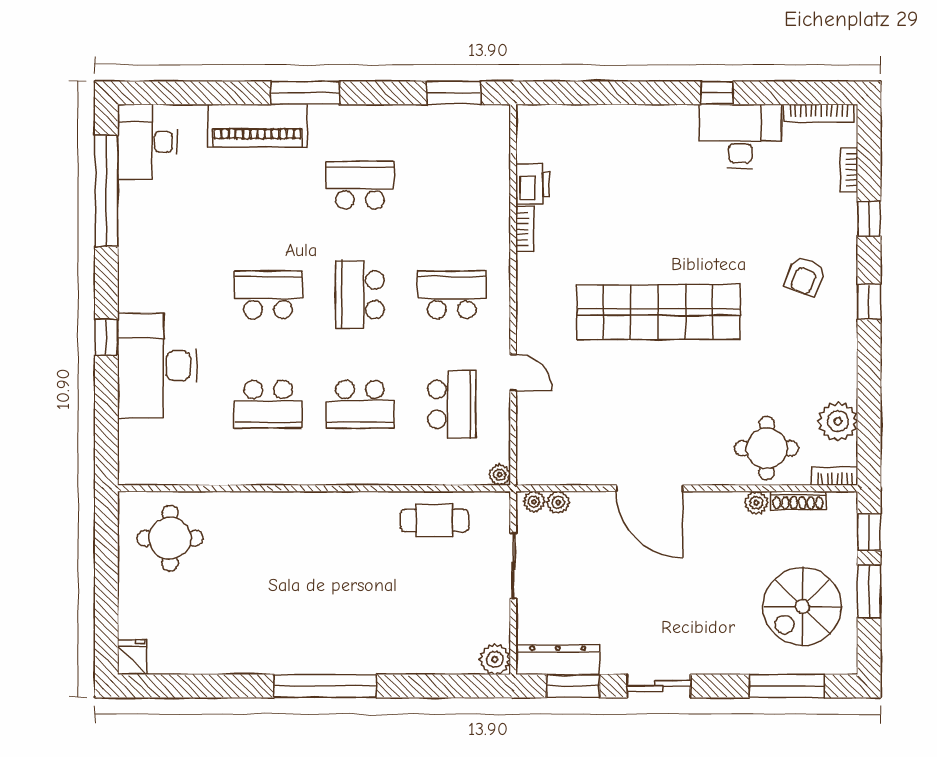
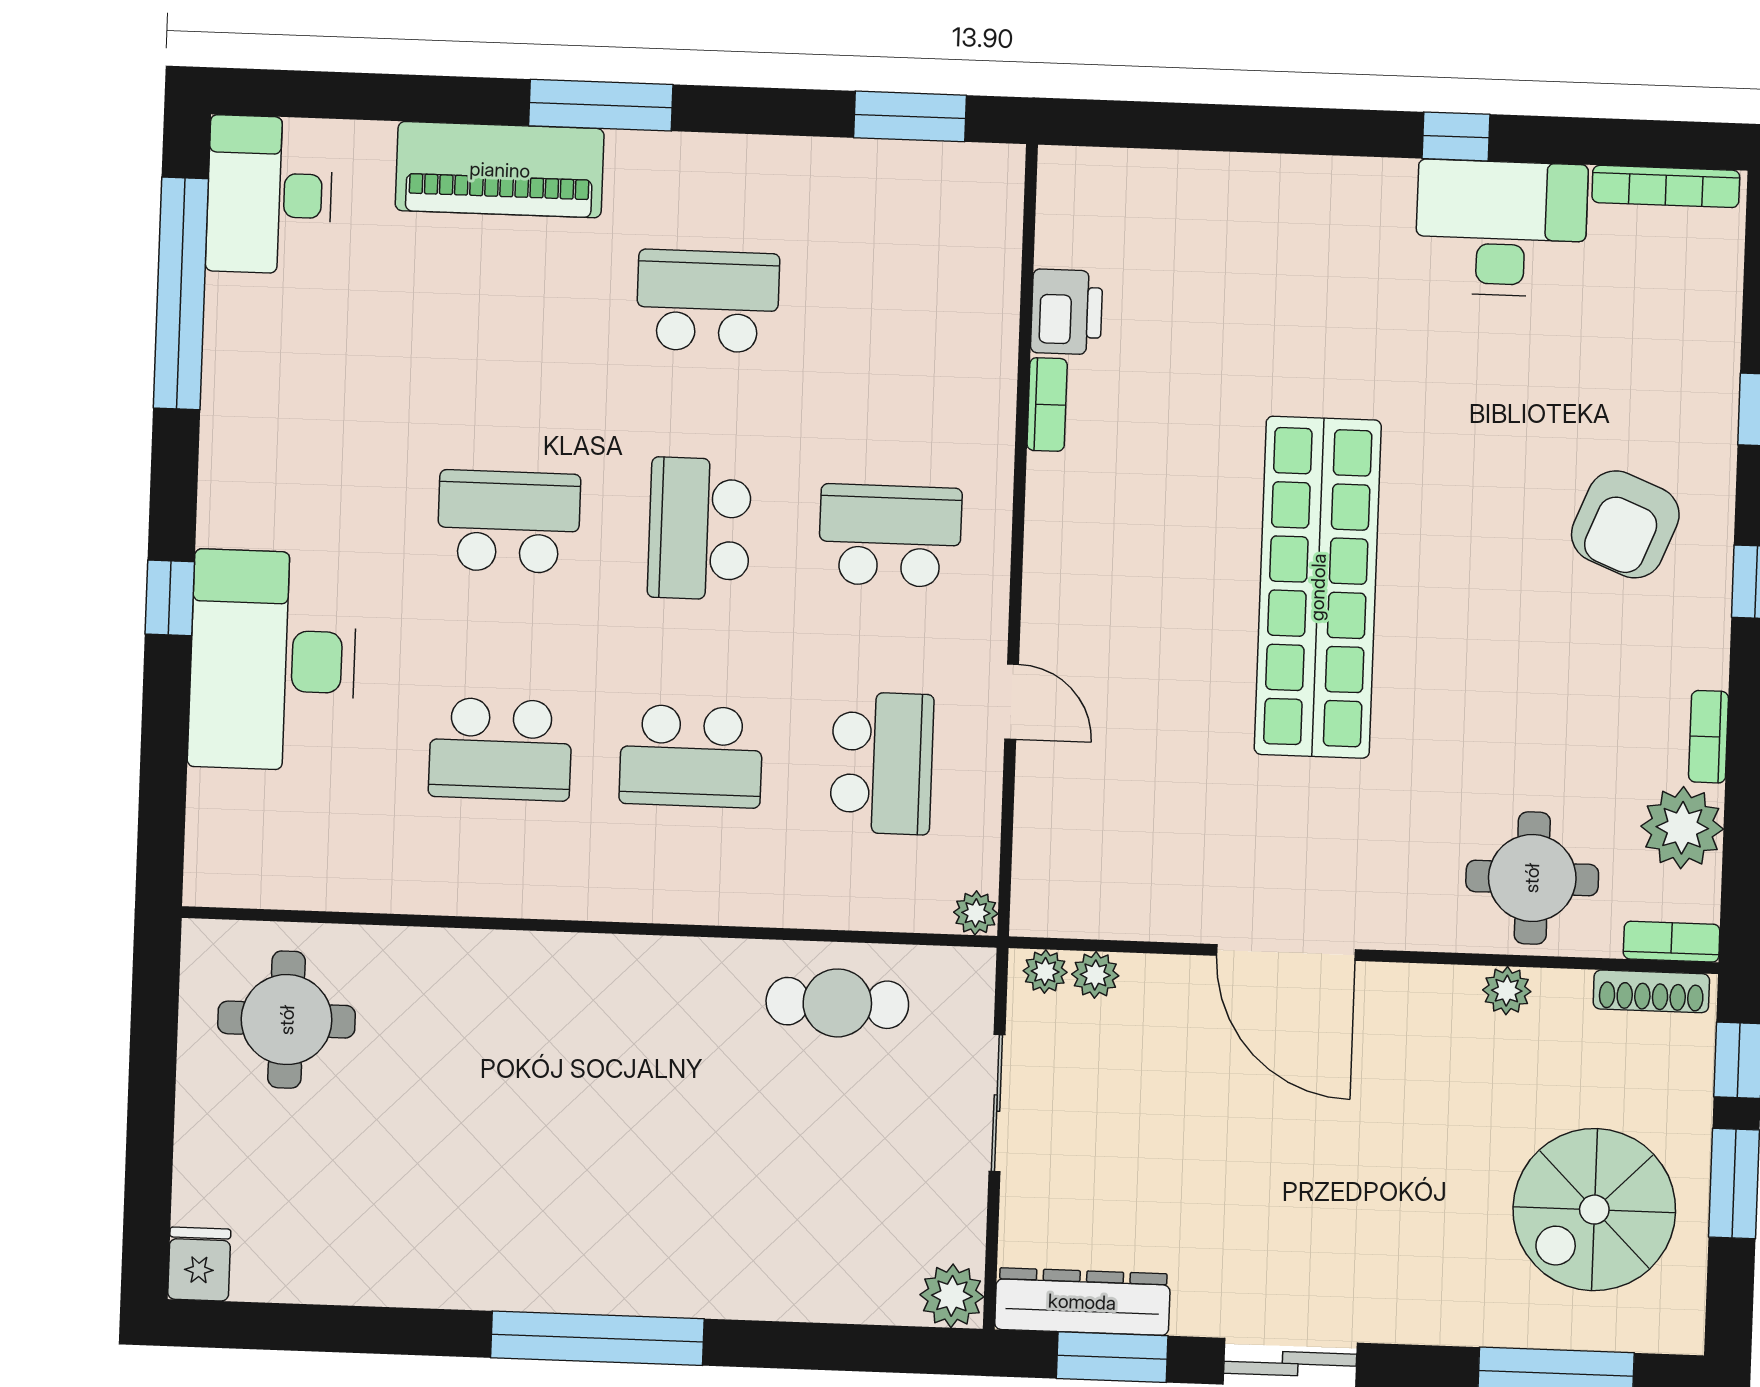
bookcase: (849, 170) -> (1708, 737), moved
armchair: (805, 276) -> (1625, 524), width x1.38, depth x1.38
shop shelf: (658, 312) -> (1318, 587), turned 90
shoe rack: (798, 501) -> (1651, 991), moved

